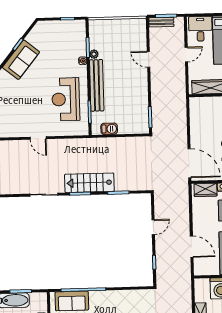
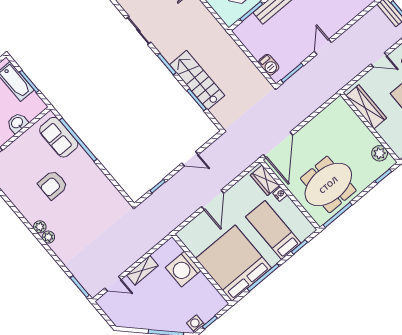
door: (149, 59) -> (323, 47), moved
barbecue: (109, 129) -> (269, 65), moved
stairs: (89, 183) -> (197, 80), moved
door: (192, 247) -> (213, 200), moved

